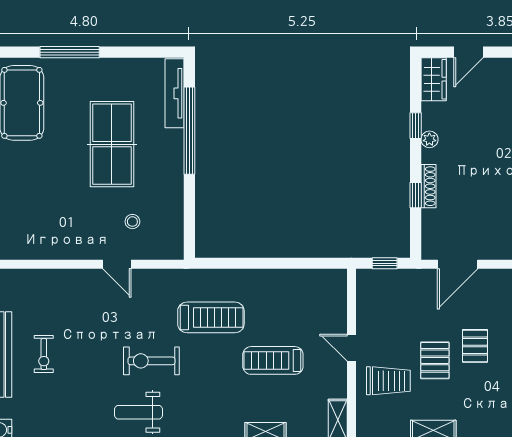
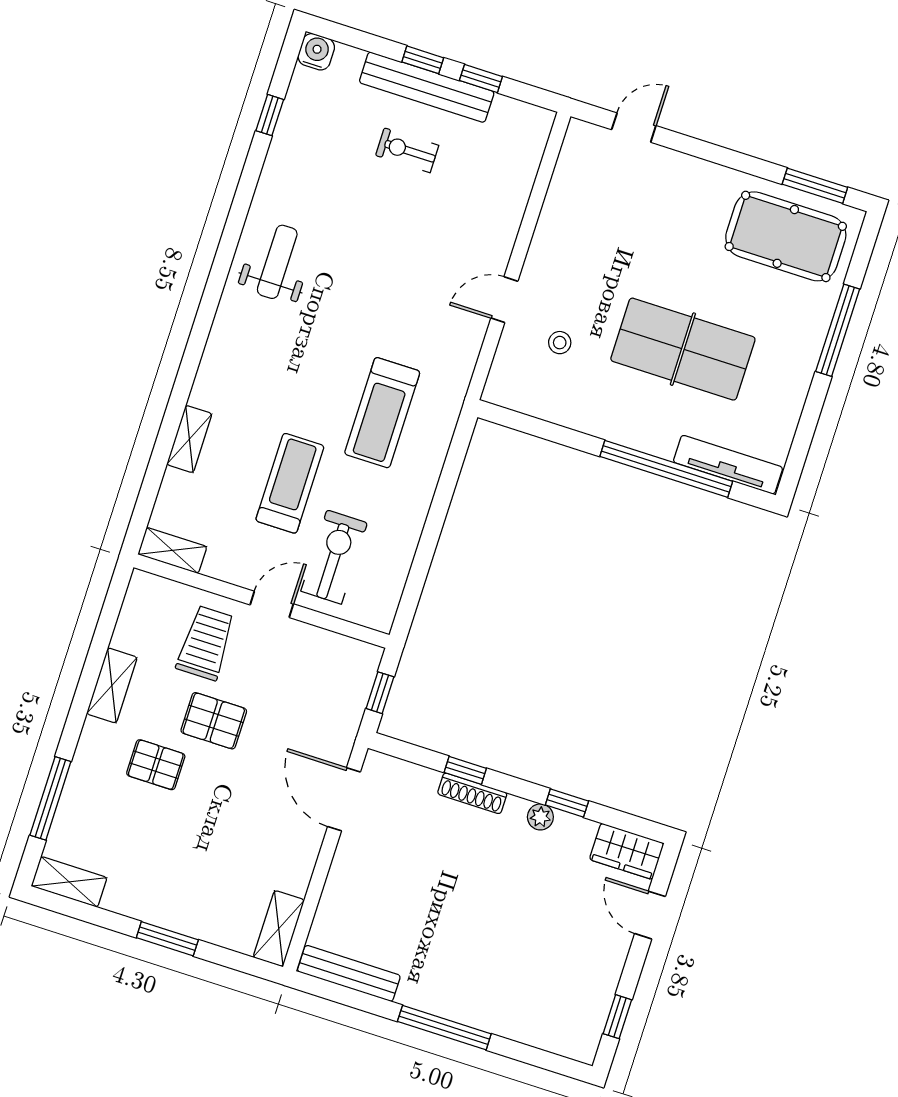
pallet: (475, 346) -> (156, 765), moved
exercise bike: (151, 361) -> (334, 557), moved
trolley: (388, 381) -> (206, 643), turned 180

